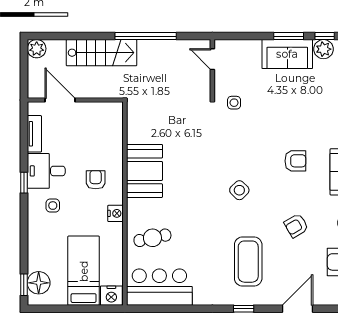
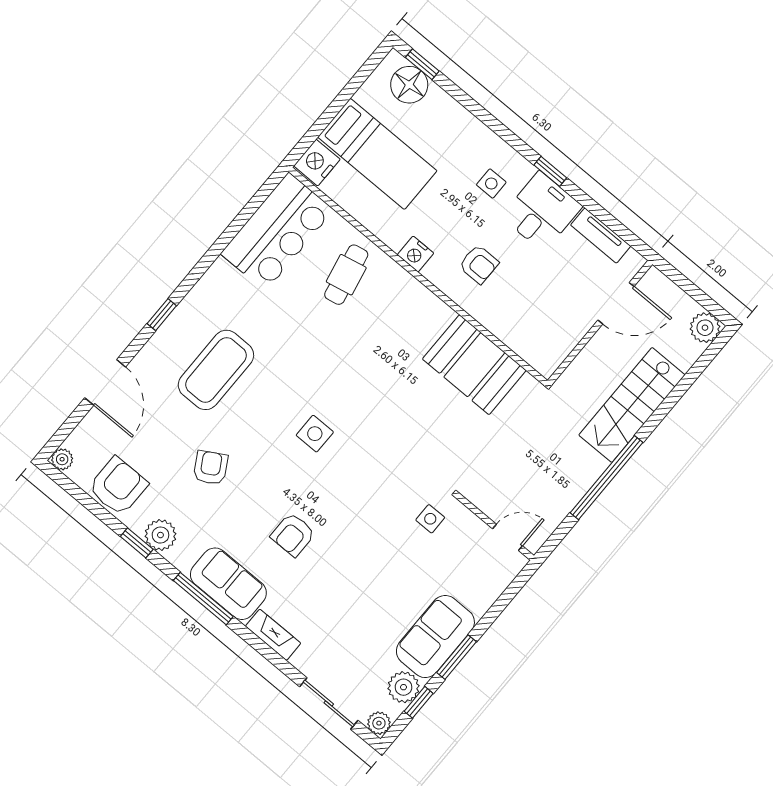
booth: (144, 171) -> (474, 365), moved
side table: (239, 190) -> (315, 434), turned 45
coffee table: (248, 262) -> (216, 370), turned 90

